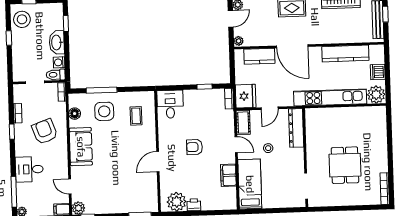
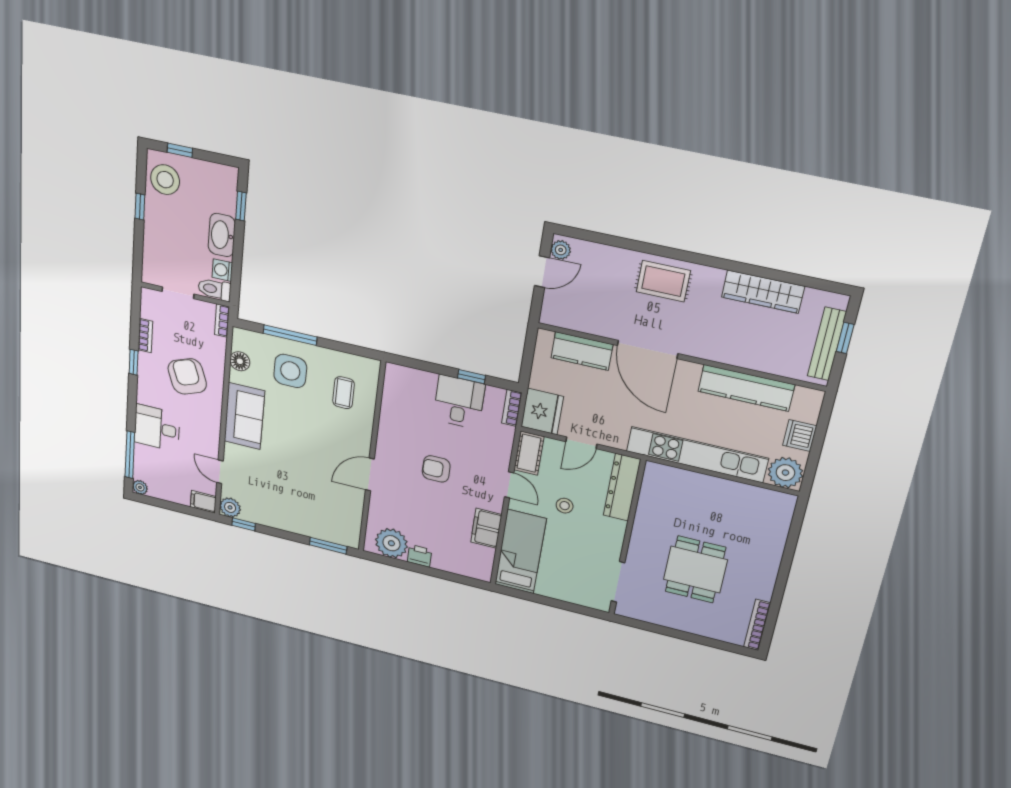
plant: (239, 41) -> (549, 315), removed
desk: (170, 104) -> (459, 402), moved

